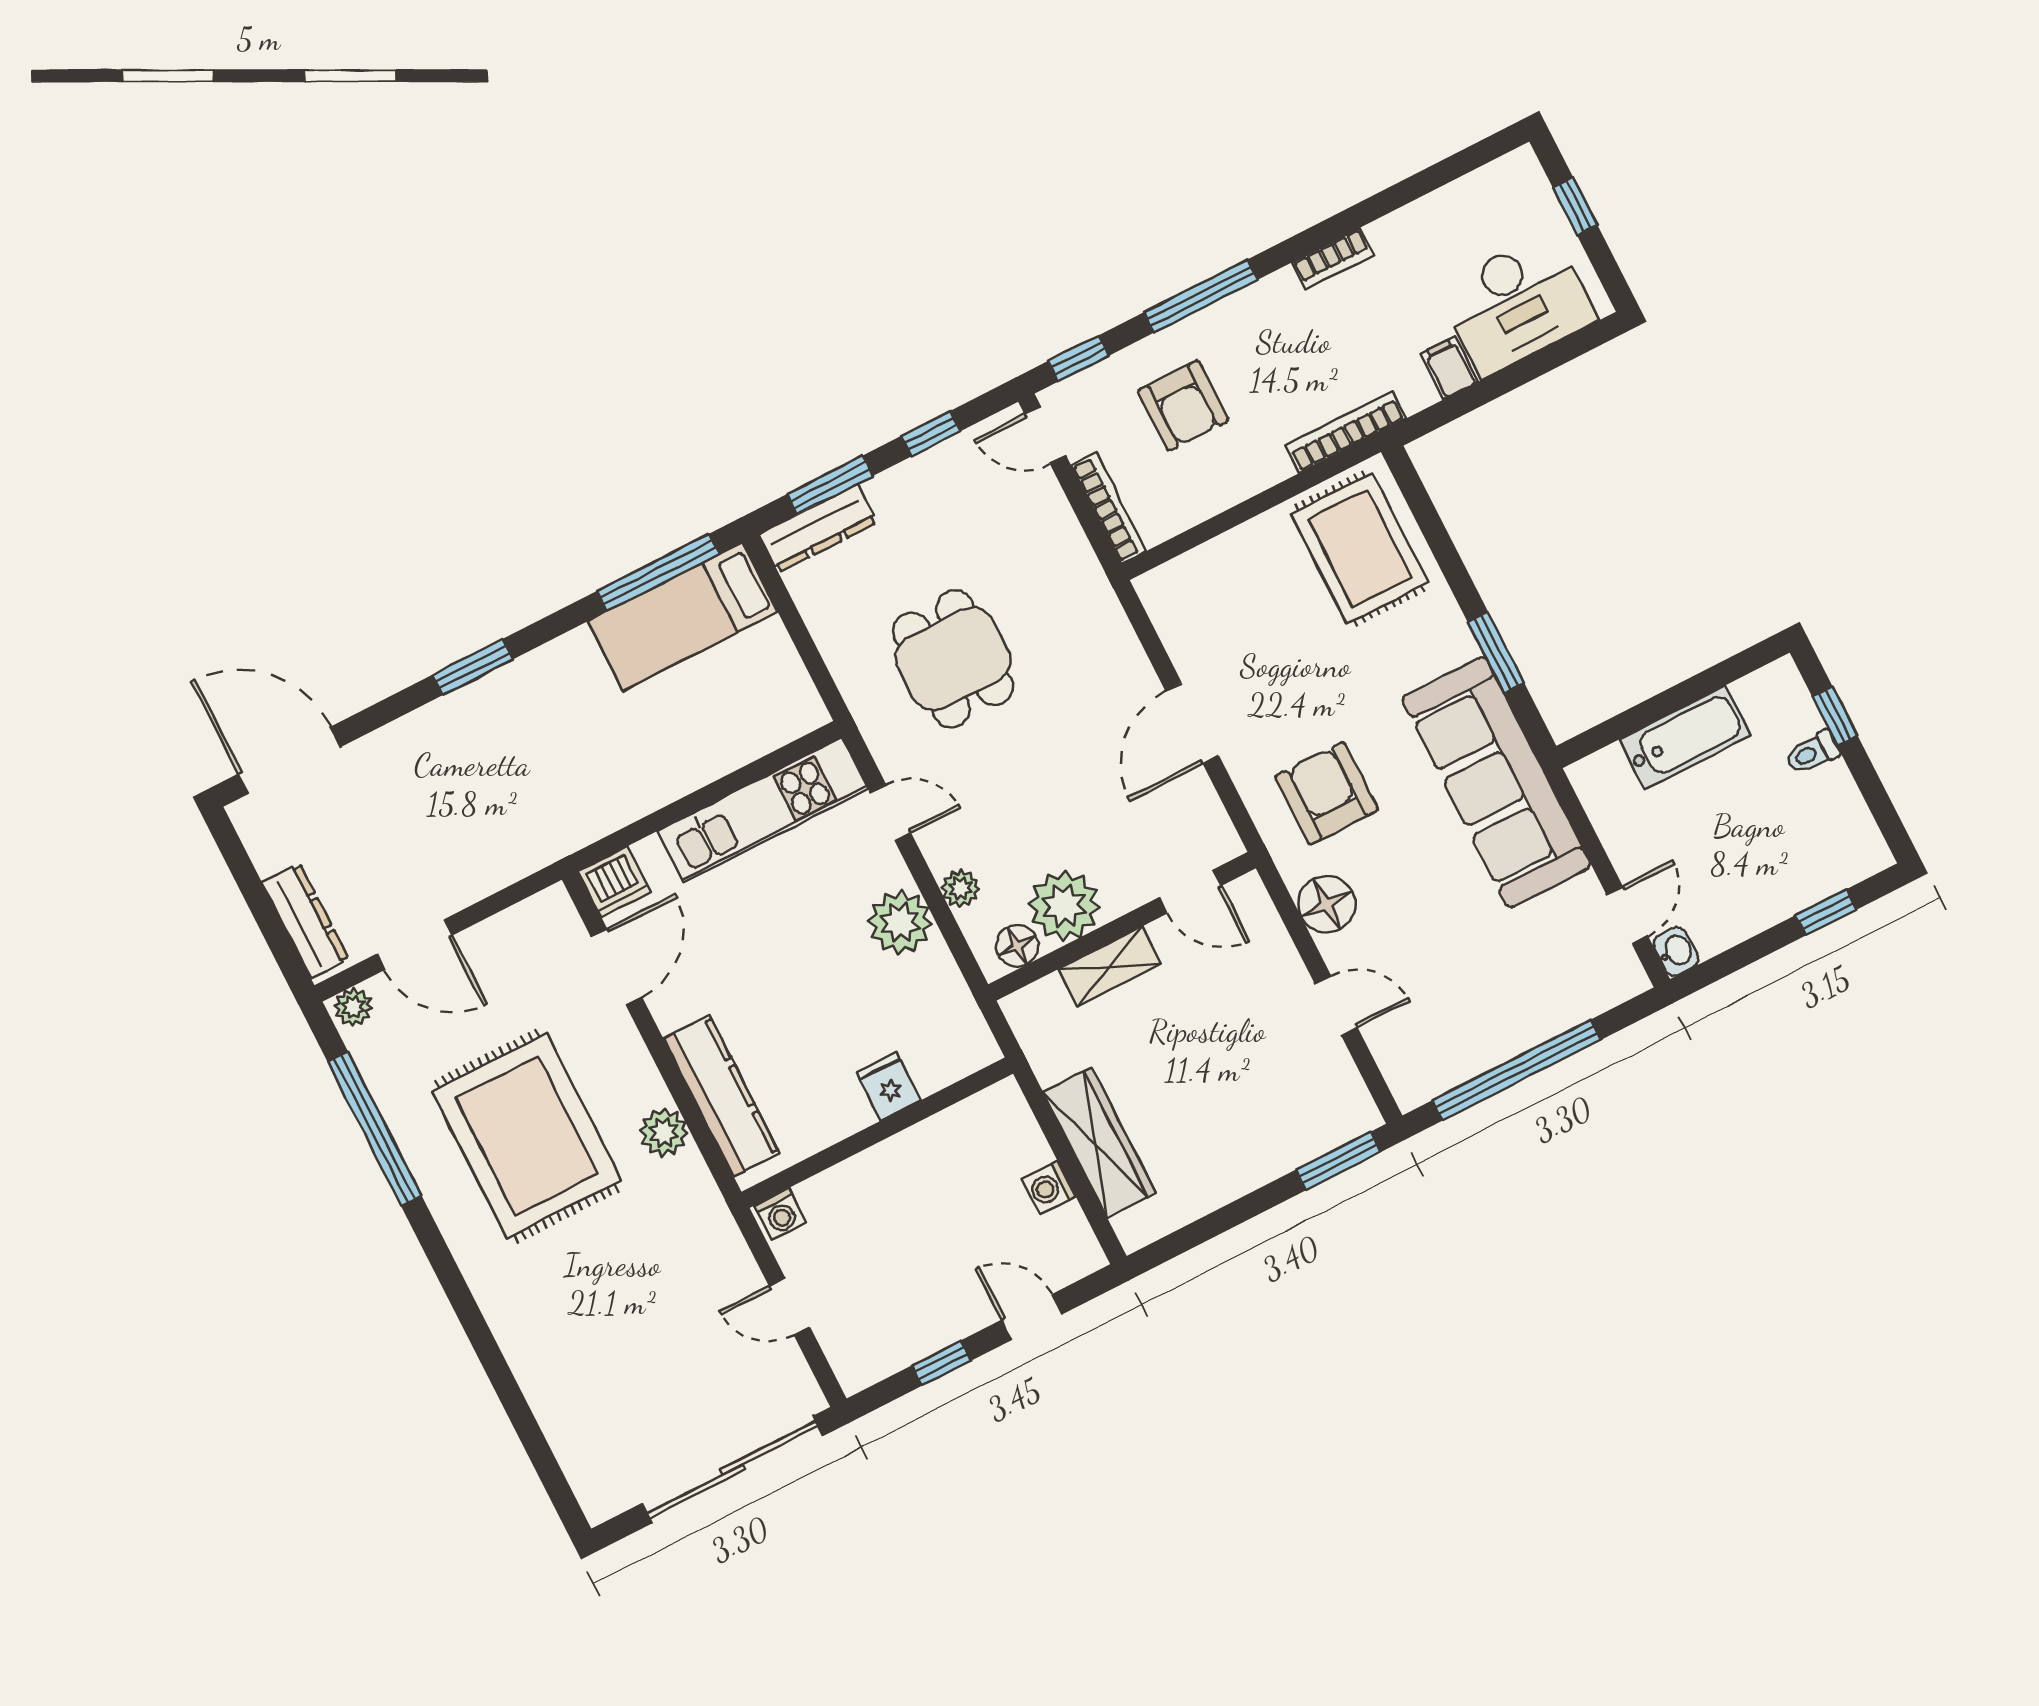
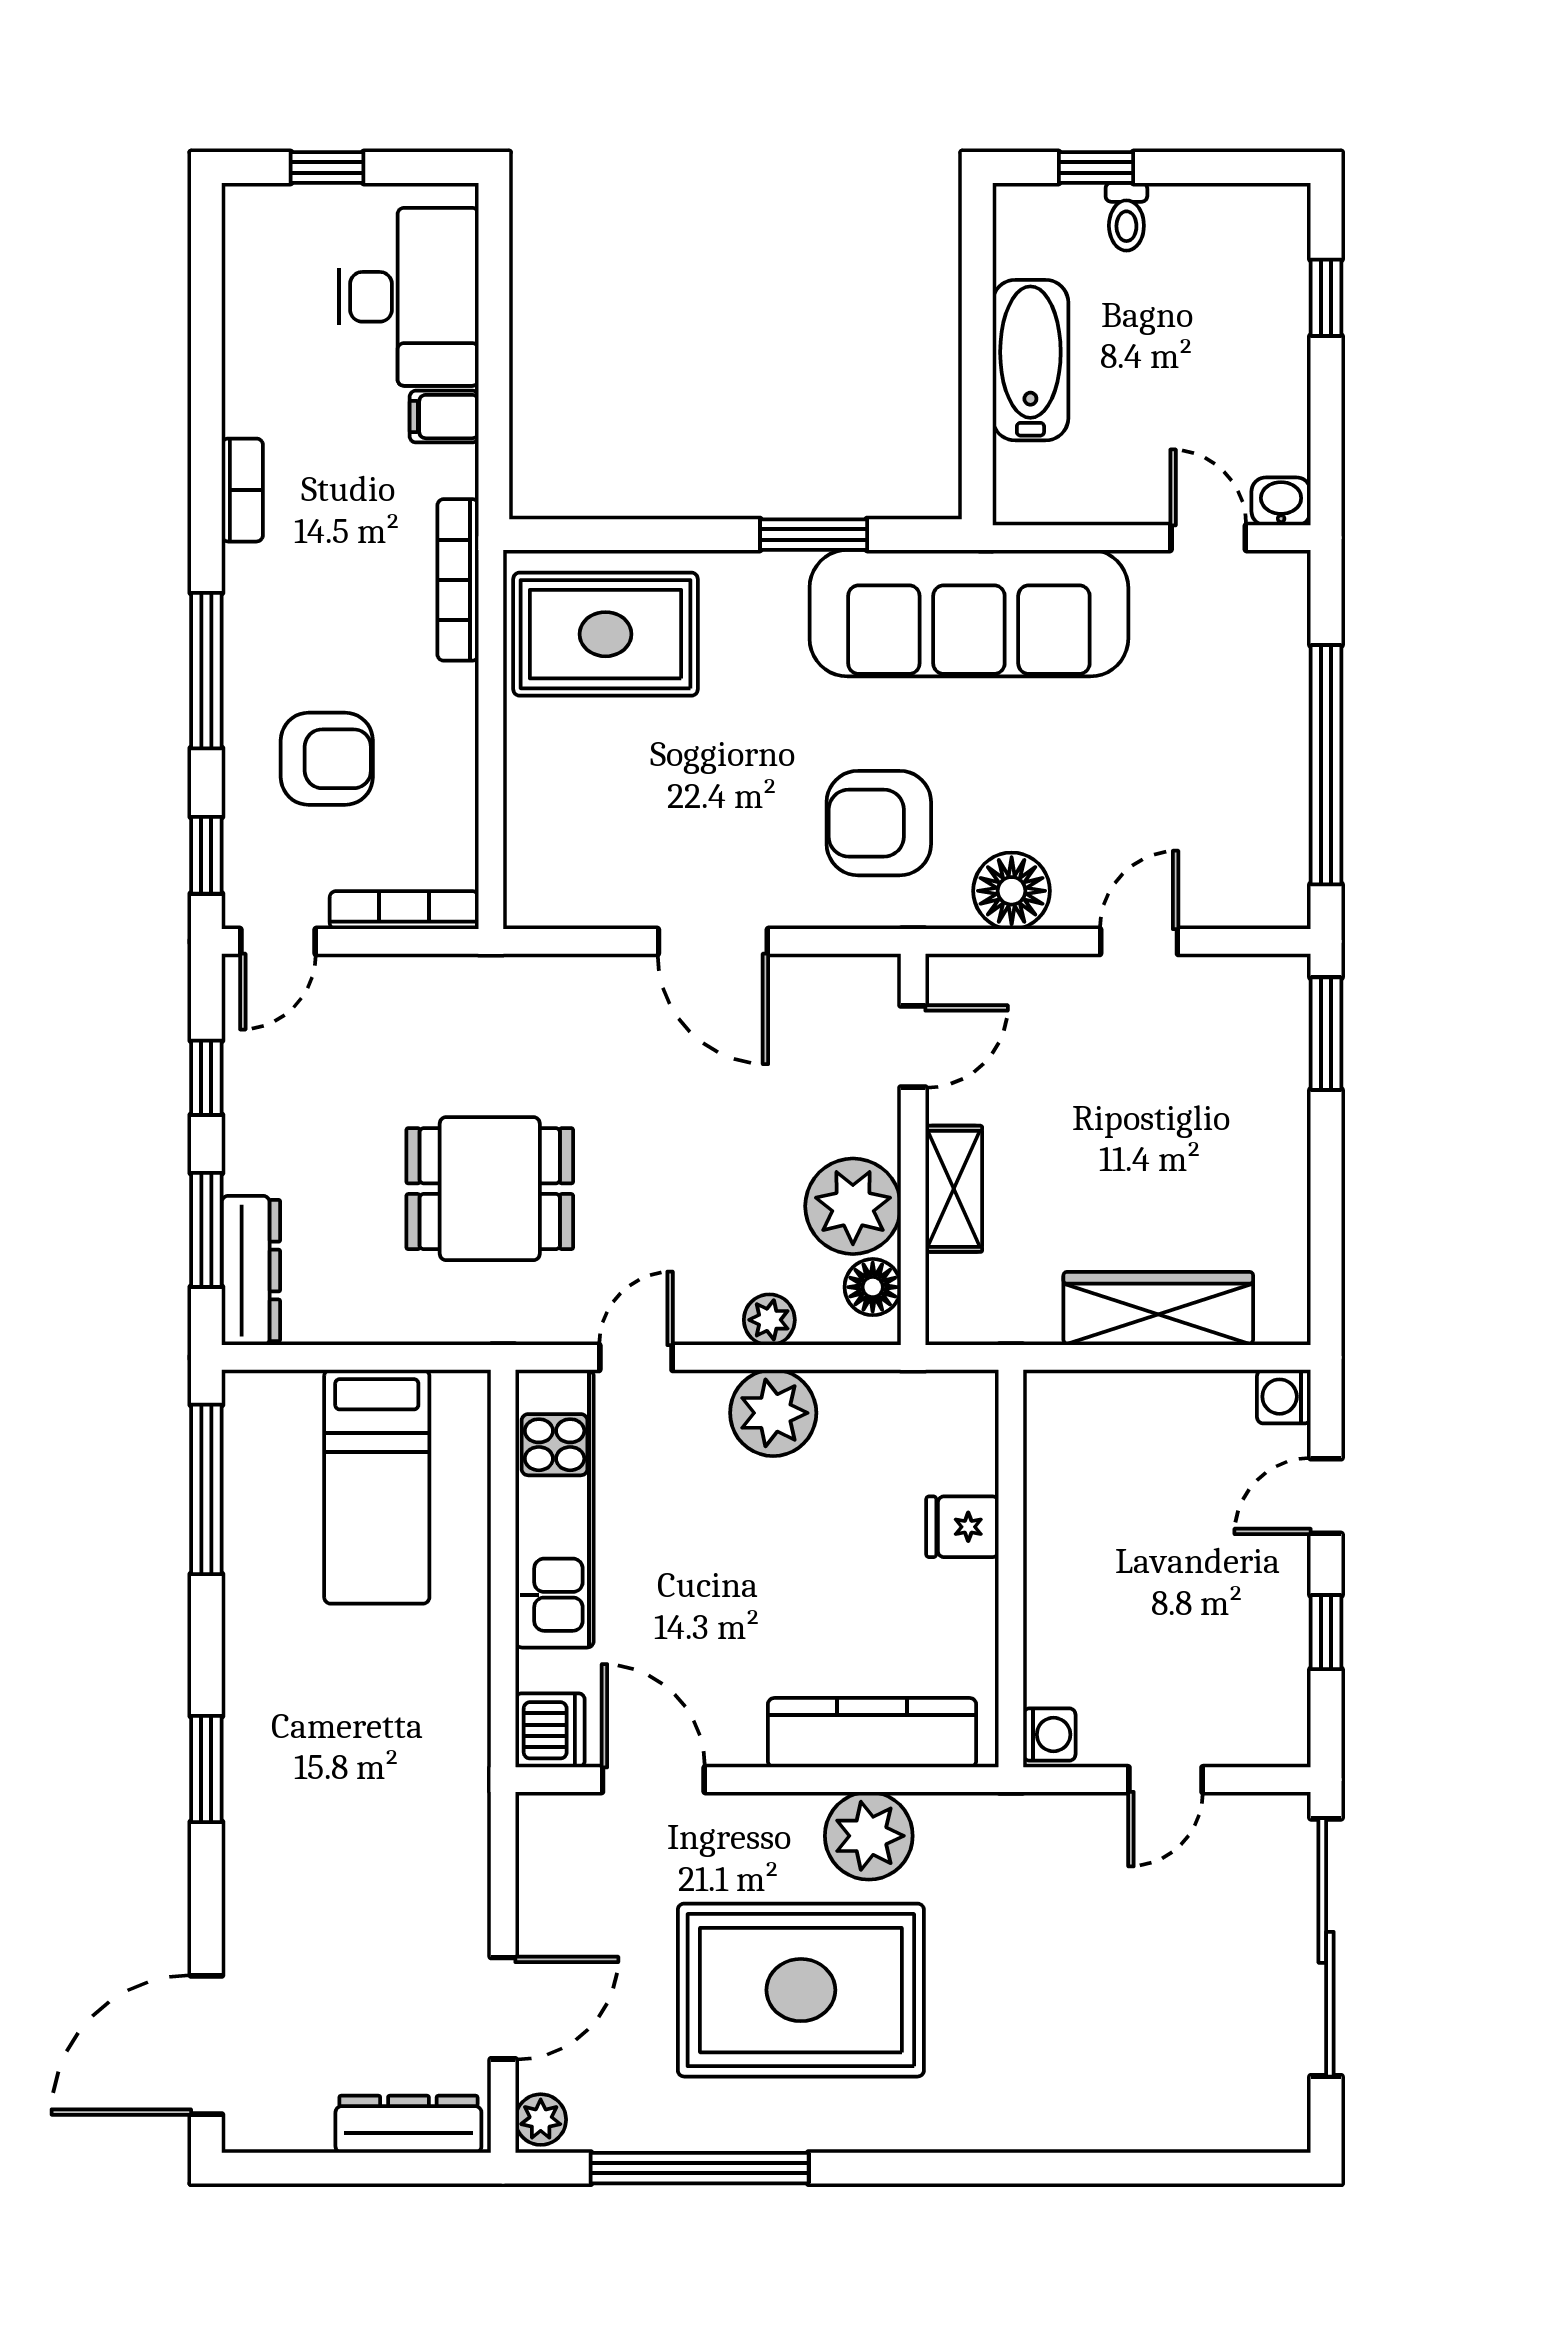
bed: (683, 617) -> (377, 1487), moved
plant: (664, 1133) -> (869, 1836), width x1.36, depth x1.36
washing machine: (1049, 1188) -> (1284, 1397), moved, turned 90

